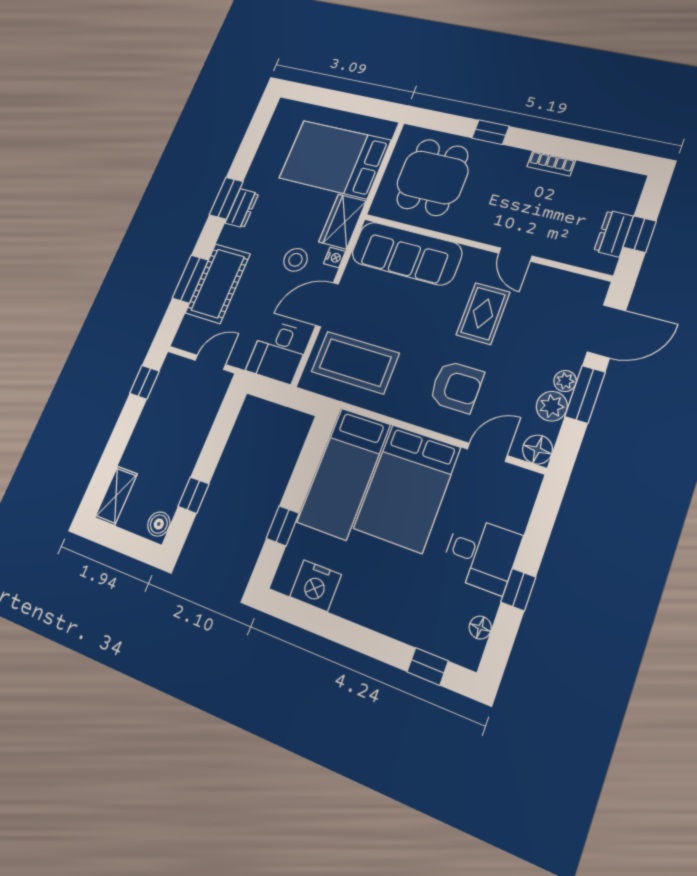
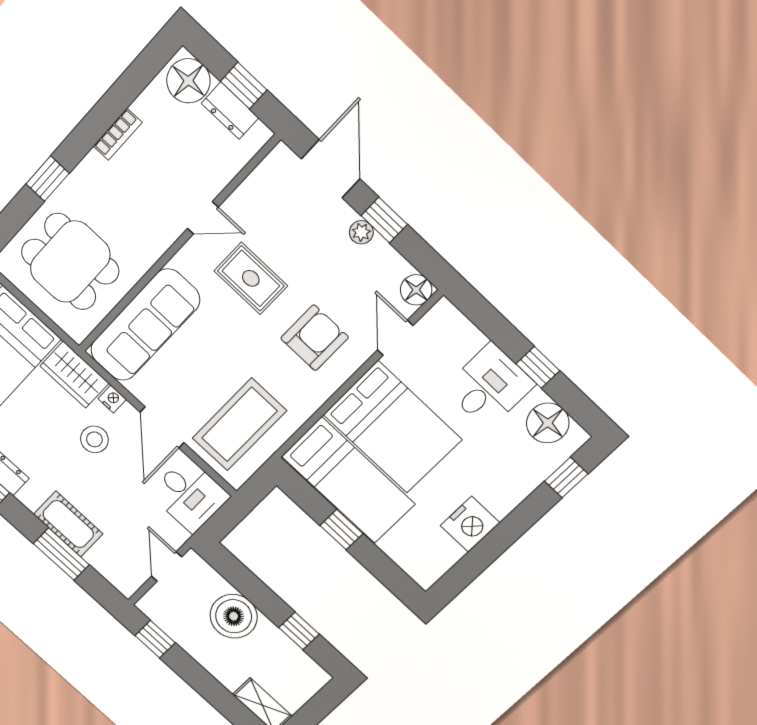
floor lamp: (621, 193) -> (188, 81), added
cot: (218, 283) -> (68, 524), width x0.73, depth x0.75
window: (585, 394) -> (384, 220), width x0.67
plant: (552, 406) -> (380, 257), removed
boiler: (159, 524) -> (234, 616), moved, width x1.86, depth x1.86
window: (283, 526) -> (341, 530), moved
nightstand: (316, 586) -> (470, 524), moved
floor lamp: (480, 628) -> (548, 423), width x1.89, depth x1.89

